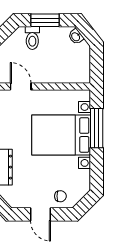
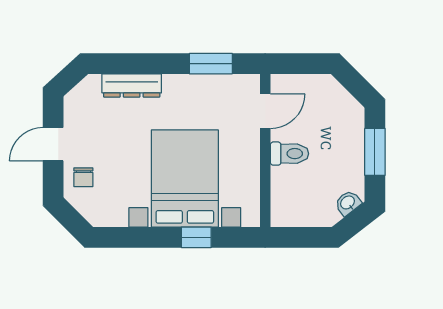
toilet: (32, 38) -> (289, 154), moved, turned 180
window: (97, 128) -> (196, 237), width x0.46

